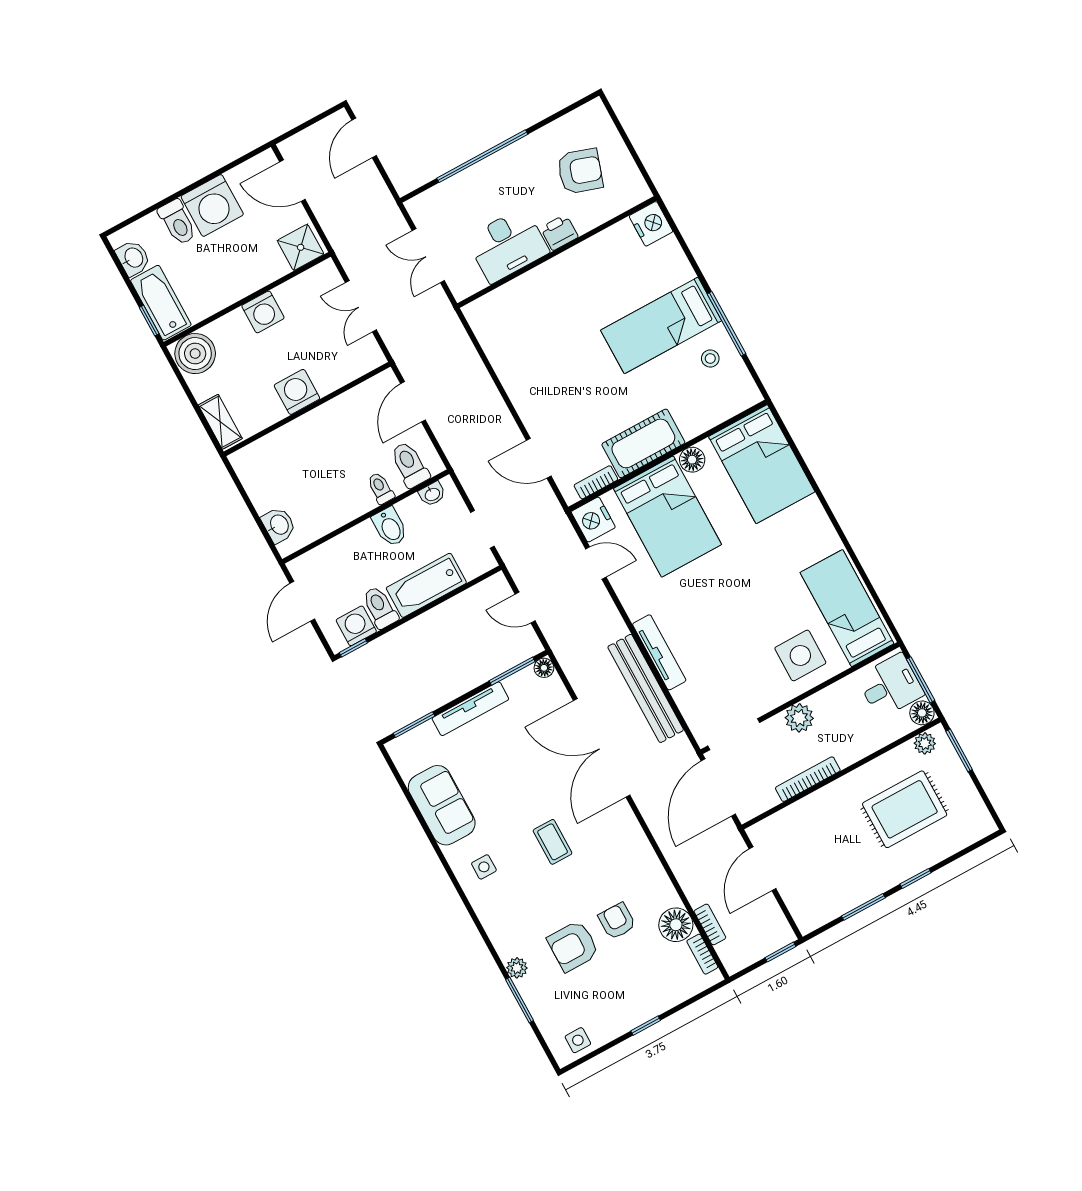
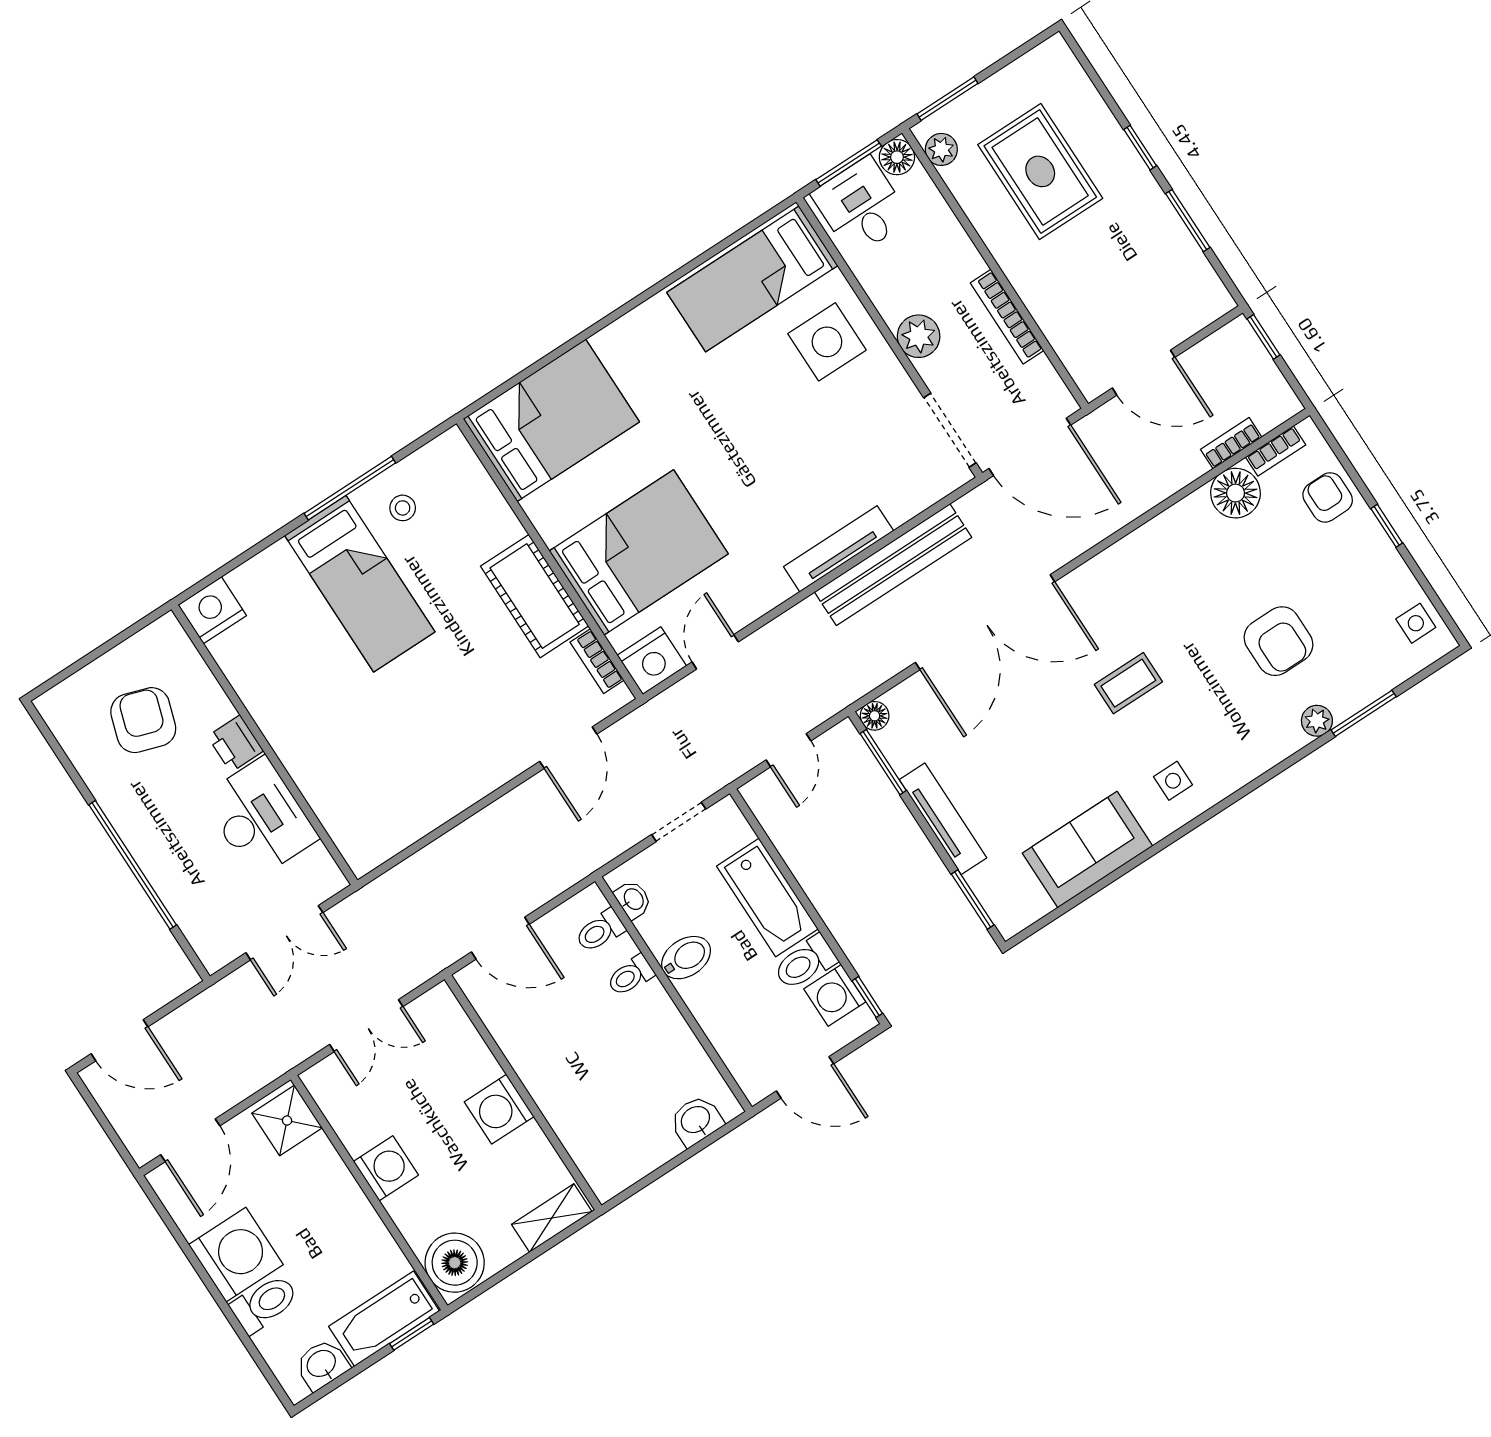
floor lamp: (692, 460) -> (553, 523), removed
toilet: (410, 465) -> (600, 931), width x0.73, depth x0.72
armchair: (617, 921) -> (1328, 497), moved, turned 90

